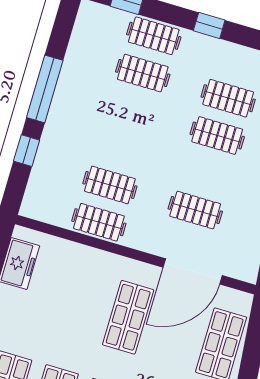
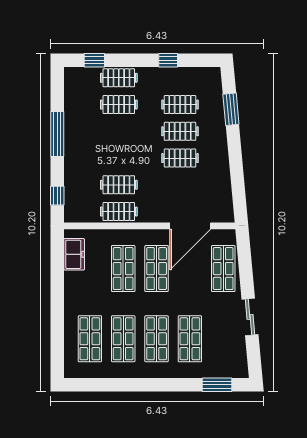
window: (209, 25) -> (168, 60), moved
window: (27, 151) -> (57, 196), moved
clothes rail: (195, 210) -> (180, 158), moved
shop shelf: (82, 304) -> (123, 269), added

